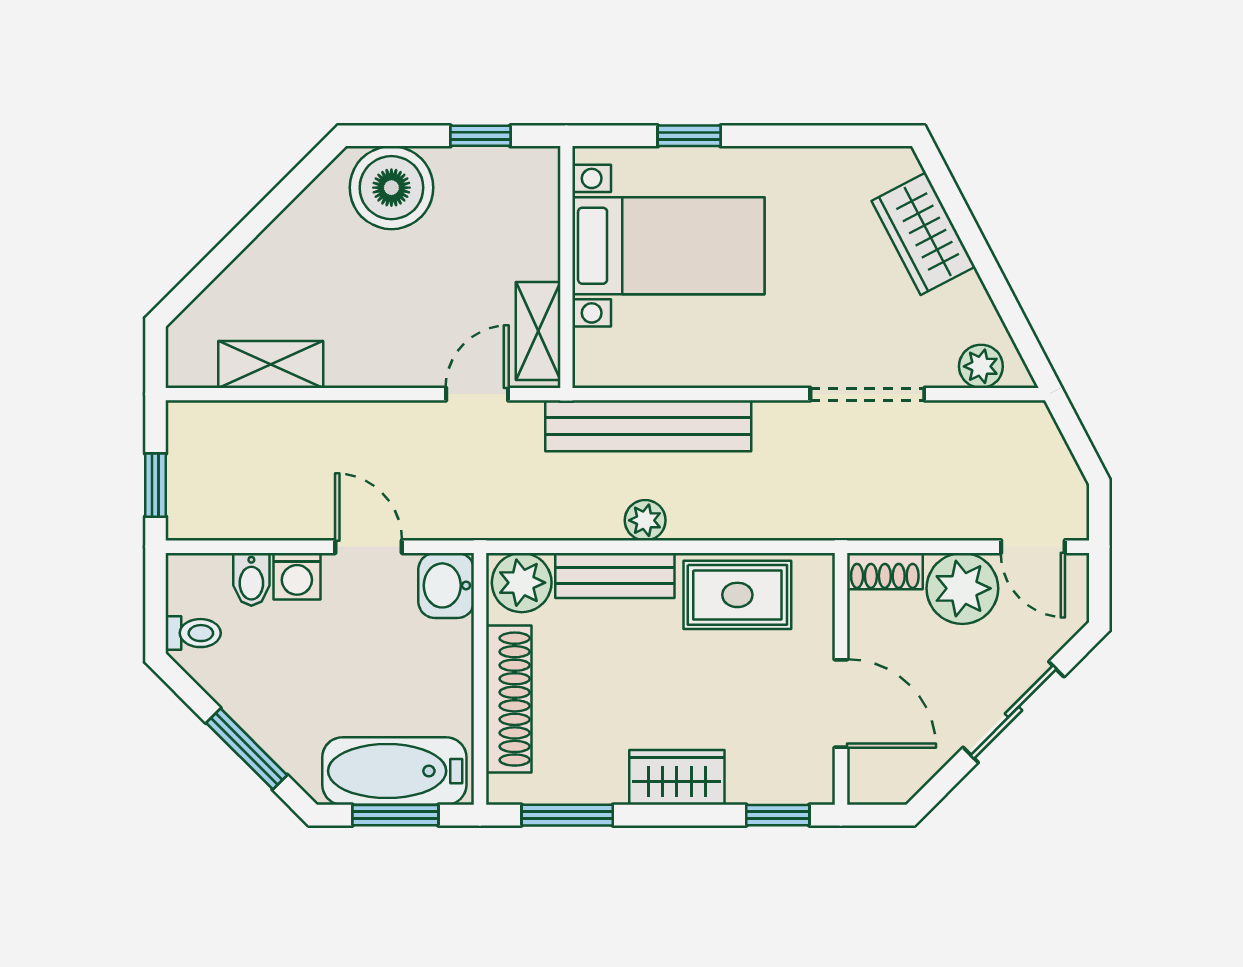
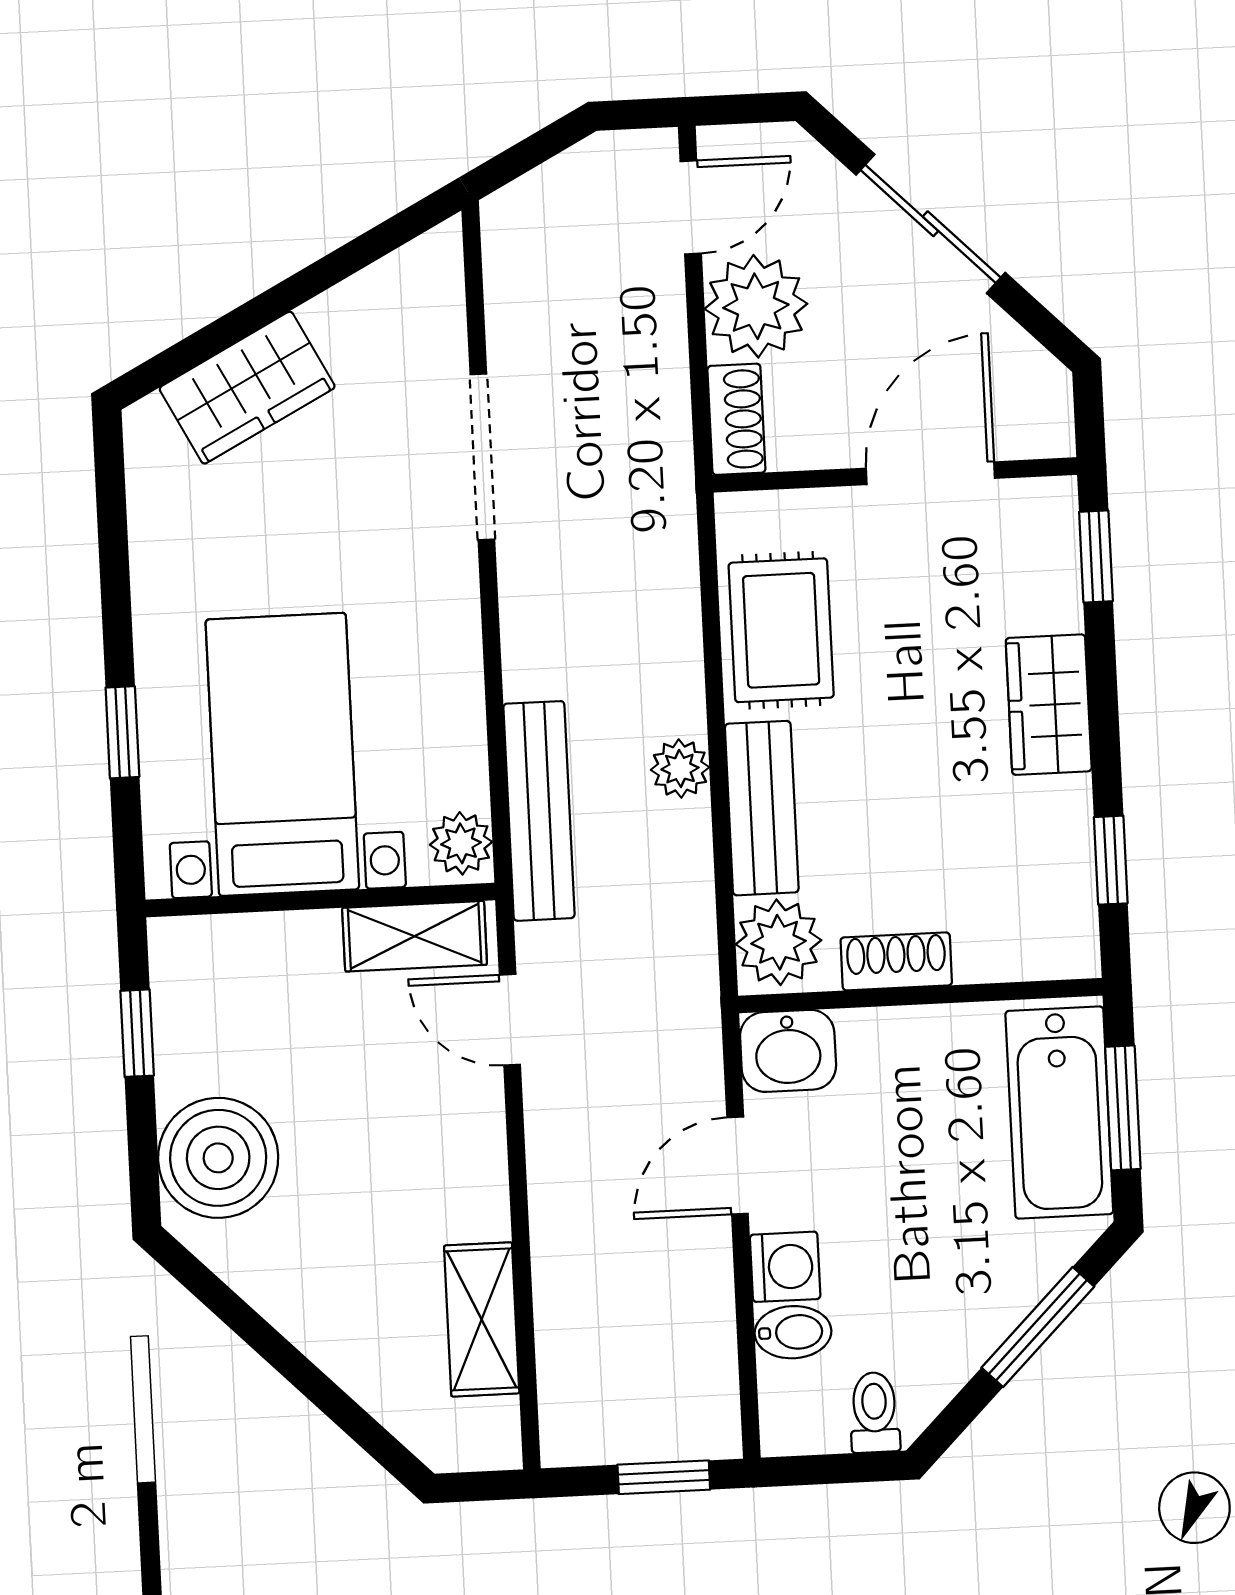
plant: (981, 366) -> (461, 843), moved
bench: (648, 426) -> (539, 811), width x0.73, depth x0.82
shoe rack: (509, 699) -> (896, 961), width x0.51, depth x0.81
window: (567, 815) -> (1111, 860), width x0.67

